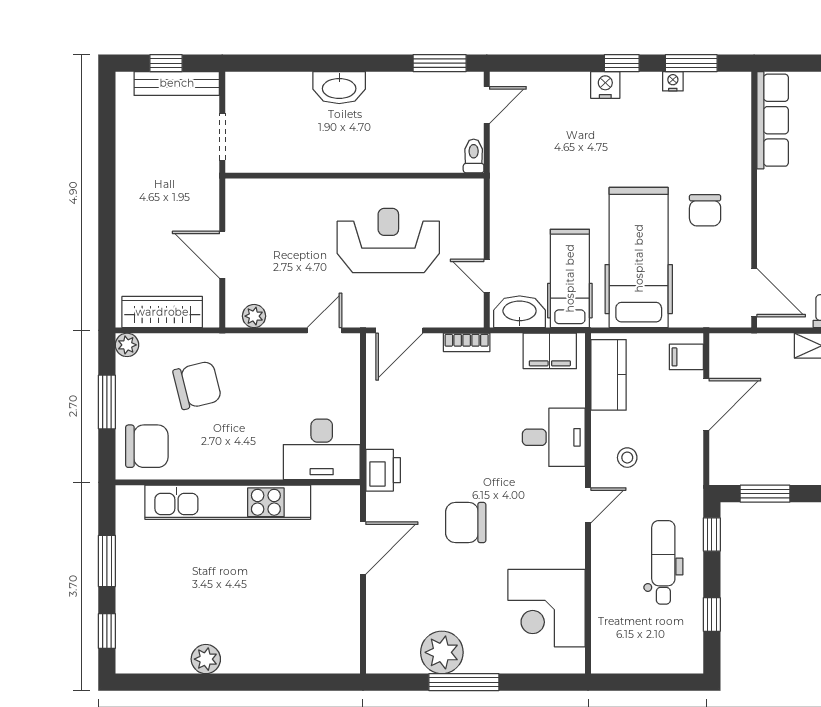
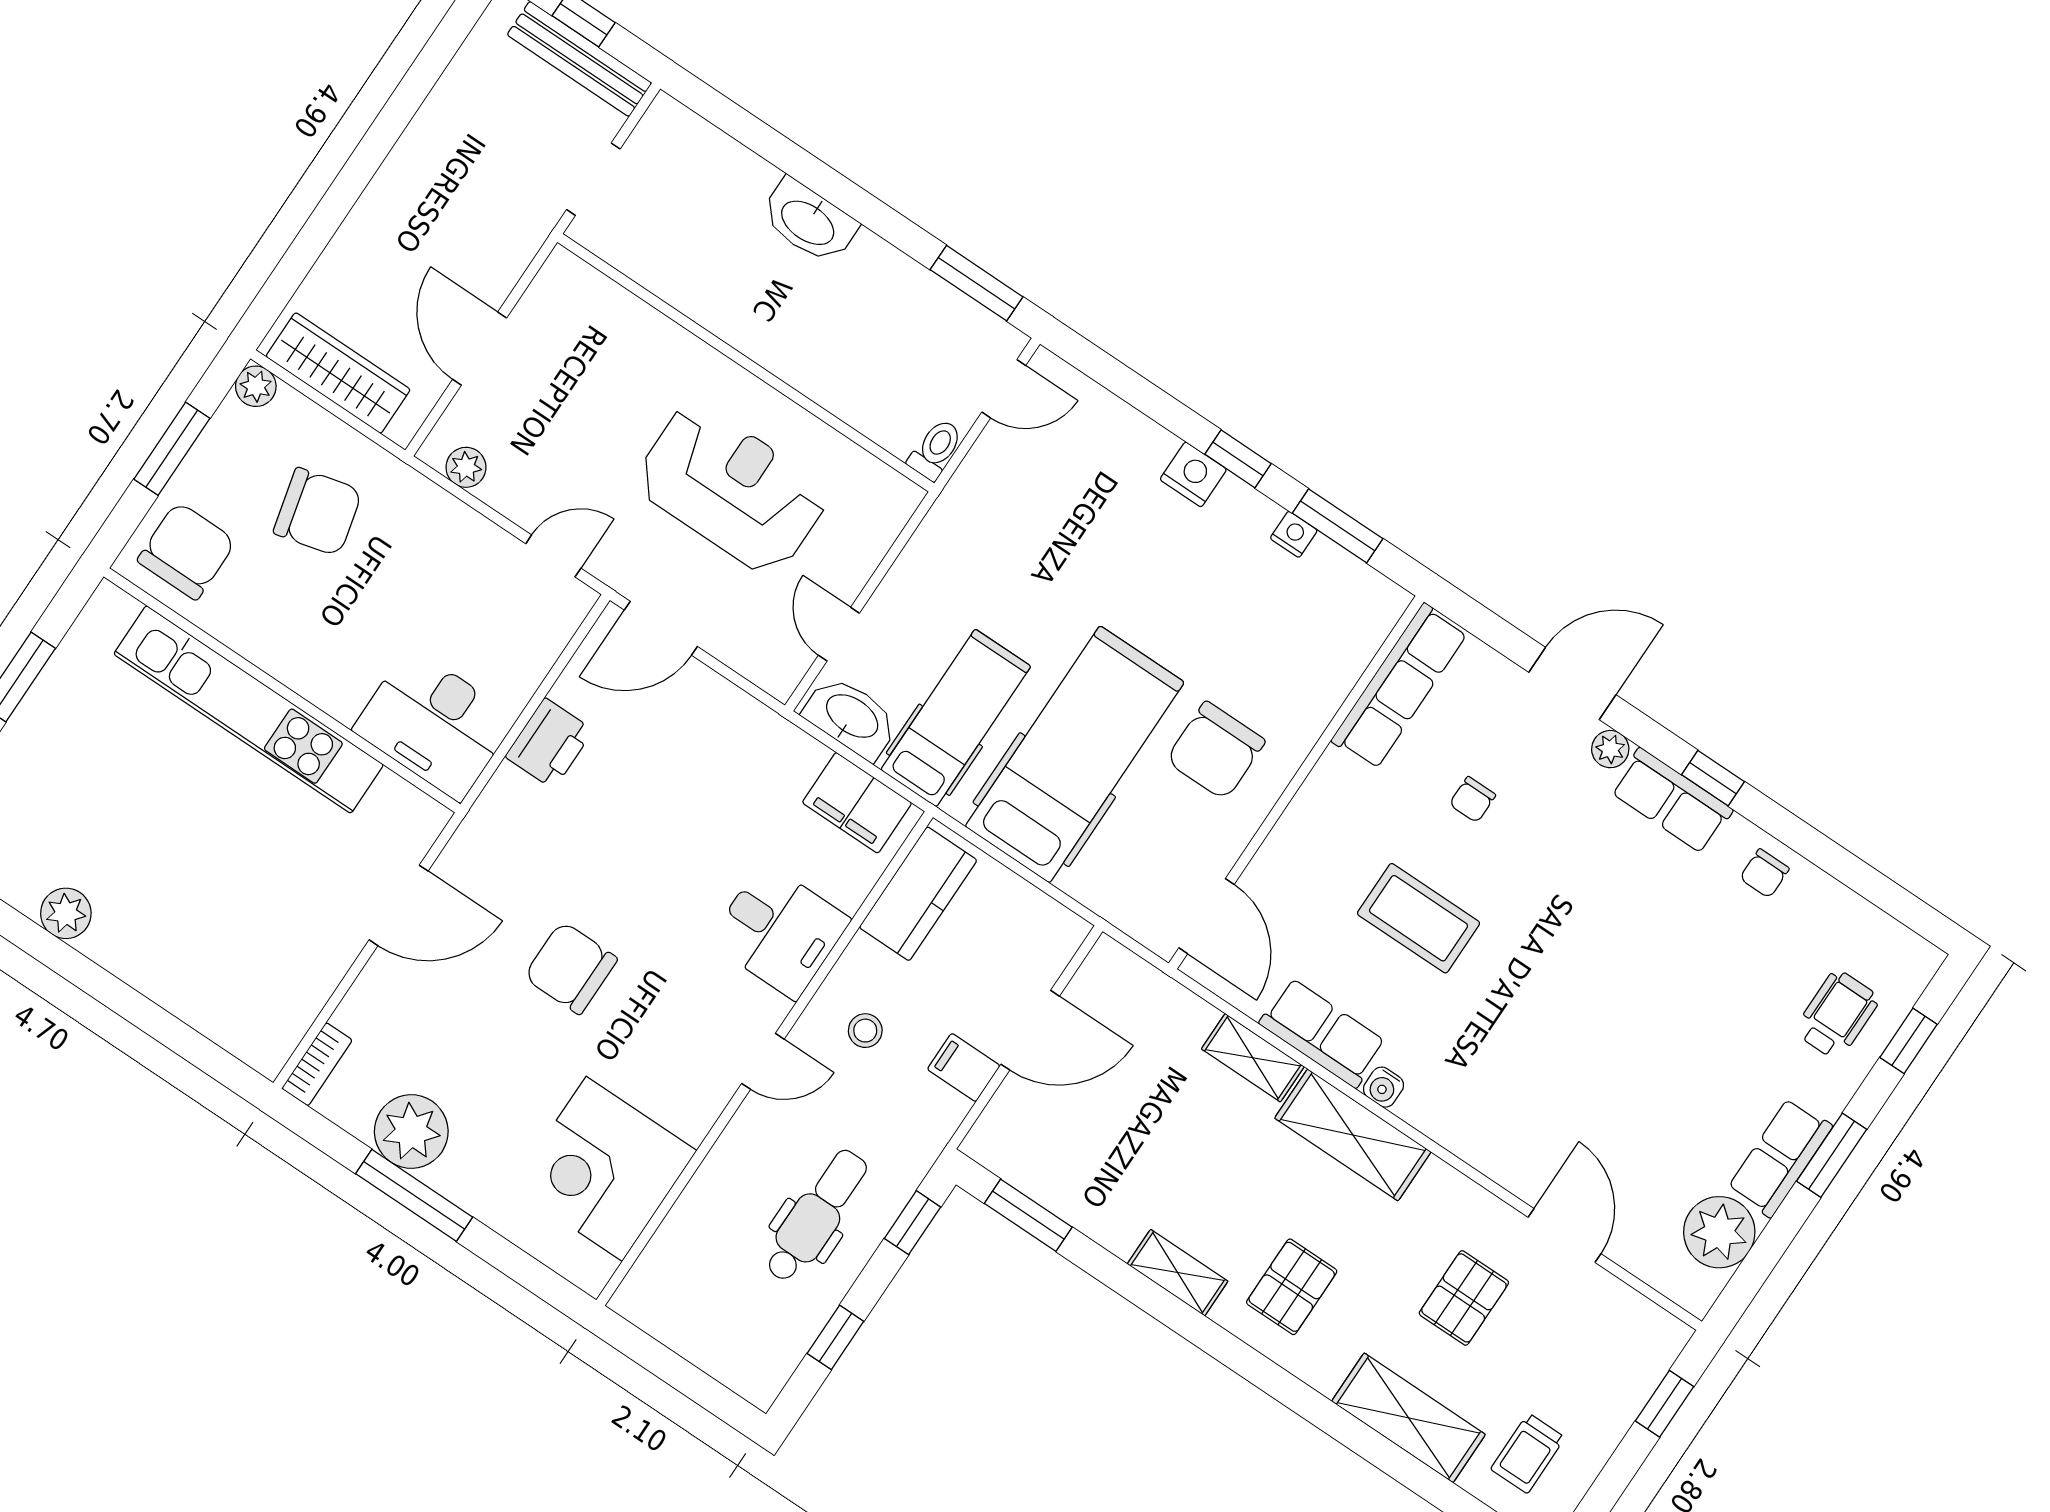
chair: (705, 210) -> (1216, 751), width x1.37, depth x1.37
bookcase: (467, 342) -> (317, 1064), moved, turned -90
filing cabinet: (686, 357) -> (964, 1067), moved
chair: (147, 446) -> (187, 551), turned -90
printer: (383, 470) -> (549, 743), moved

